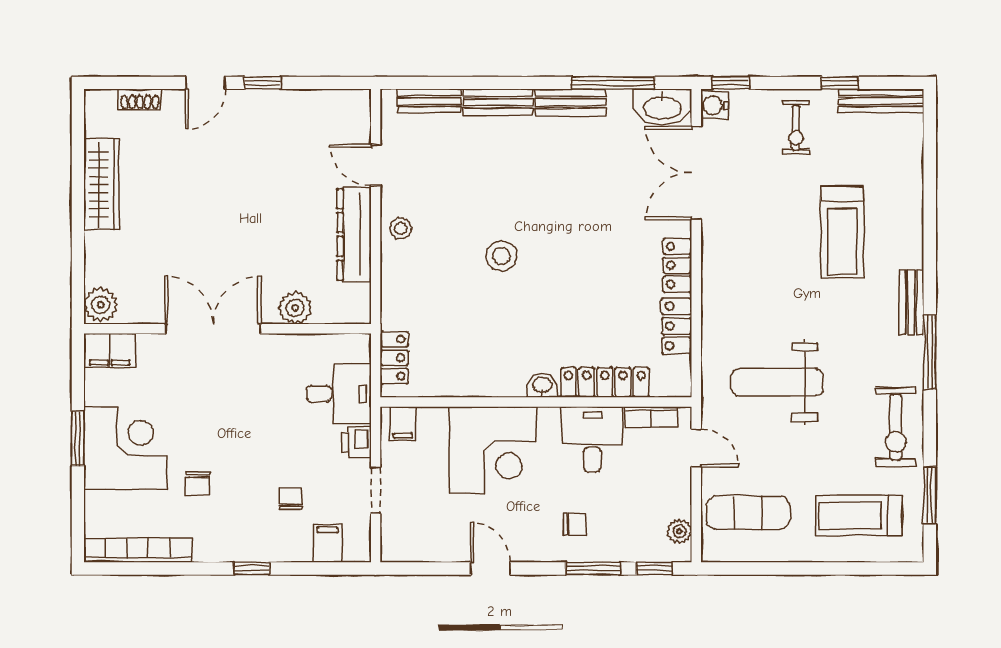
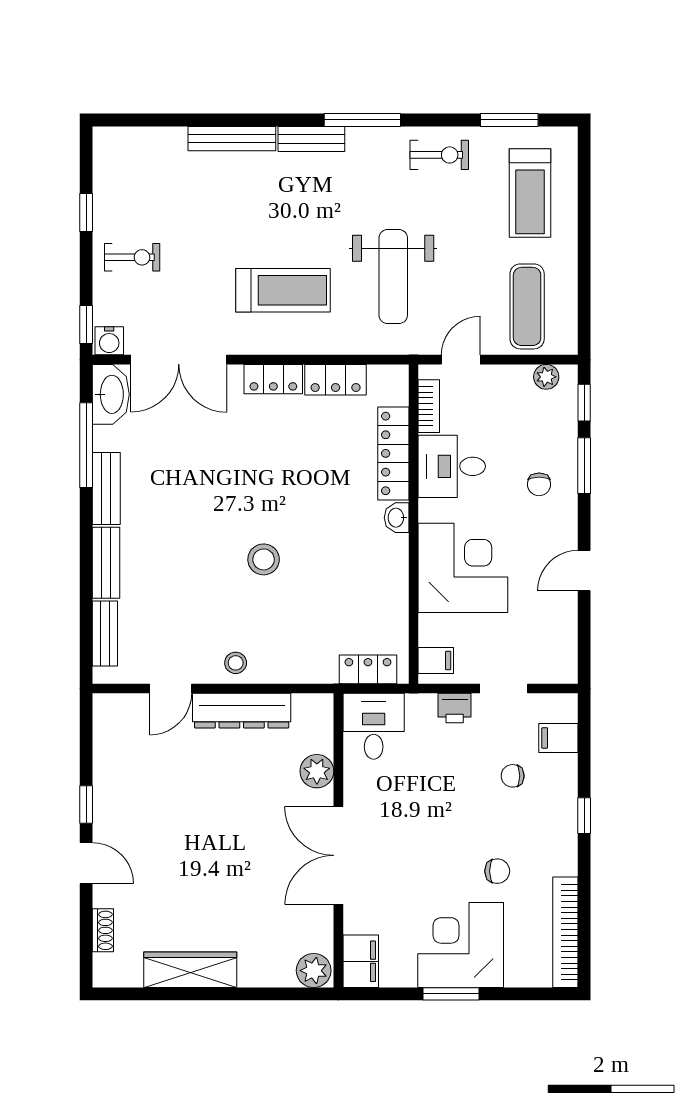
bench: (881, 101) -> (232, 139), moved, turned 90
treadmill: (842, 232) -> (283, 290), moved
desk: (339, 394) -> (374, 726), moved
exercise bike: (896, 427) -> (439, 155), width x0.73, depth x0.72
chair: (575, 524) -> (539, 484), turned 180

